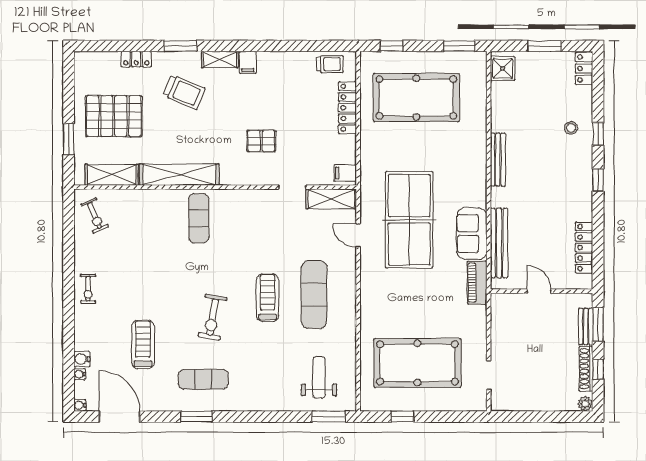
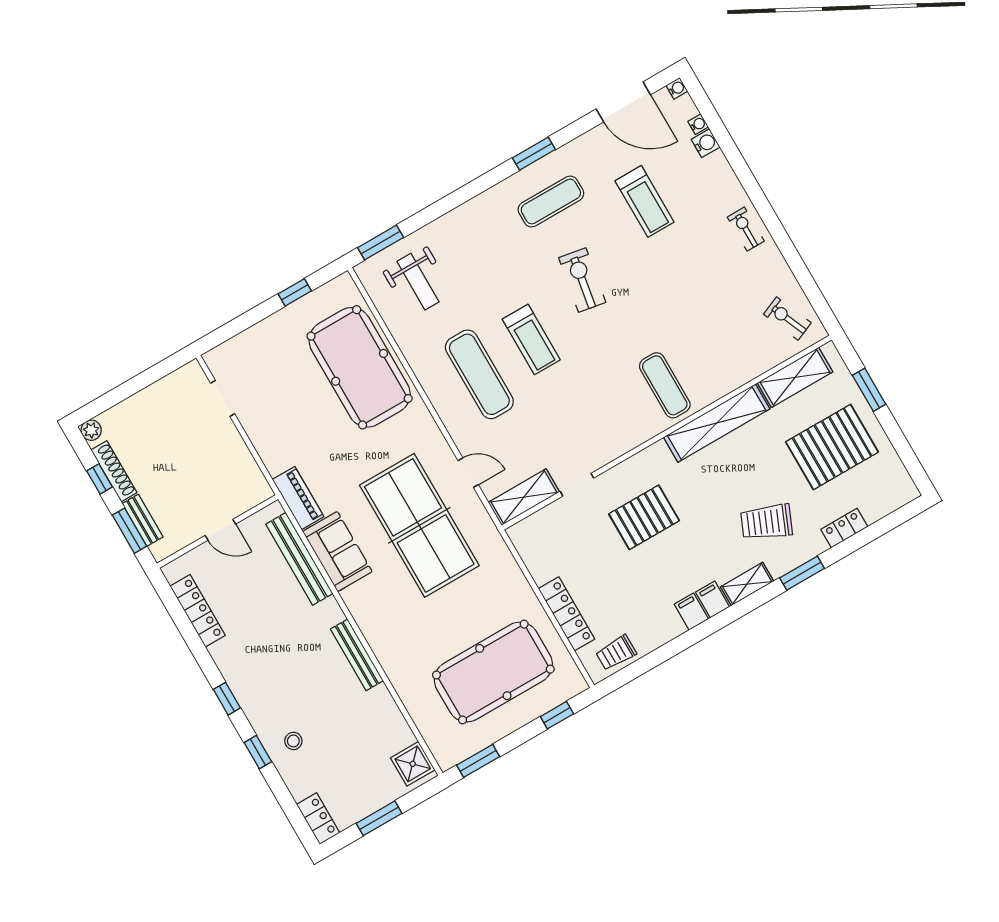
pallet: (261, 141) -> (644, 517), width x1.50, depth x1.42
filing cabinet: (345, 173) -> (691, 612), moved, turned -90
pool table: (417, 363) -> (360, 367), moved, turned 90

